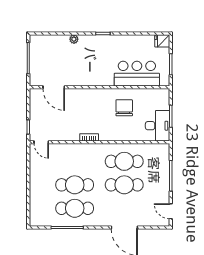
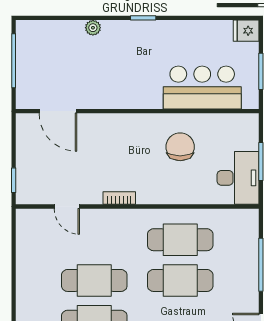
door: (41, 142) -> (67, 206), moved

